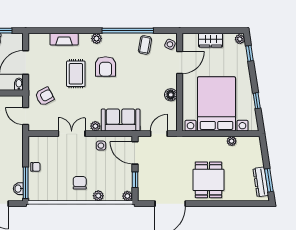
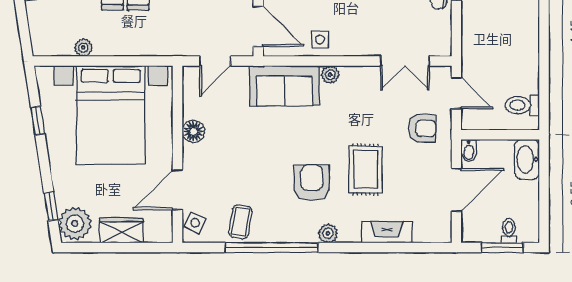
plant: (240, 39) -> (75, 223), width x1.87, depth x1.87
armchair: (45, 96) -> (422, 129), turned -152
double door: (72, 134) -> (405, 61), moved

